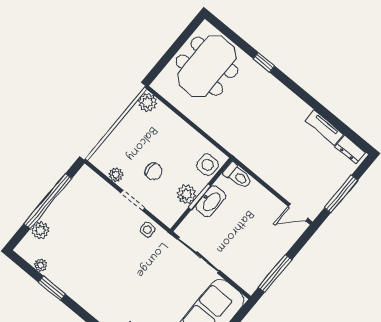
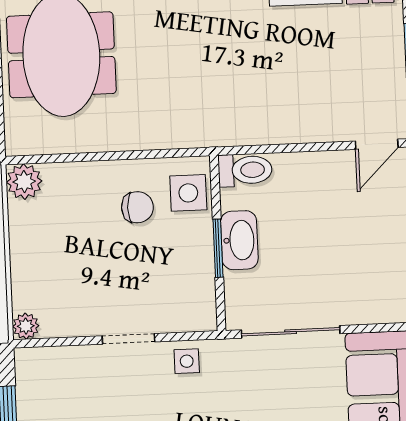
chair: (153, 171) -> (137, 207), moved
plant: (116, 175) -> (26, 326), moved
plant: (186, 194) -> (196, 261), removed

